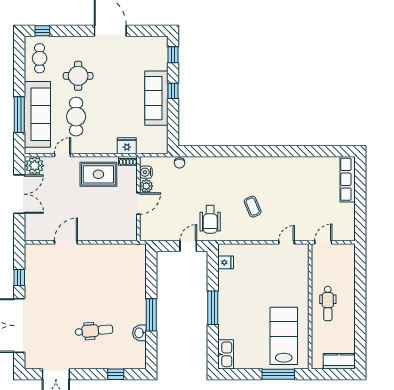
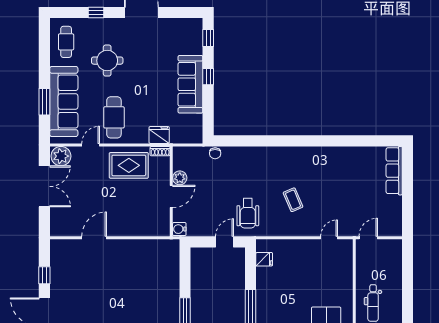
window: (42, 31) -> (96, 13), moved
window: (19, 115) -> (44, 102), width x0.69
cafe table: (76, 117) -> (114, 117), moved
water cooler: (146, 172) -> (179, 229), moved

